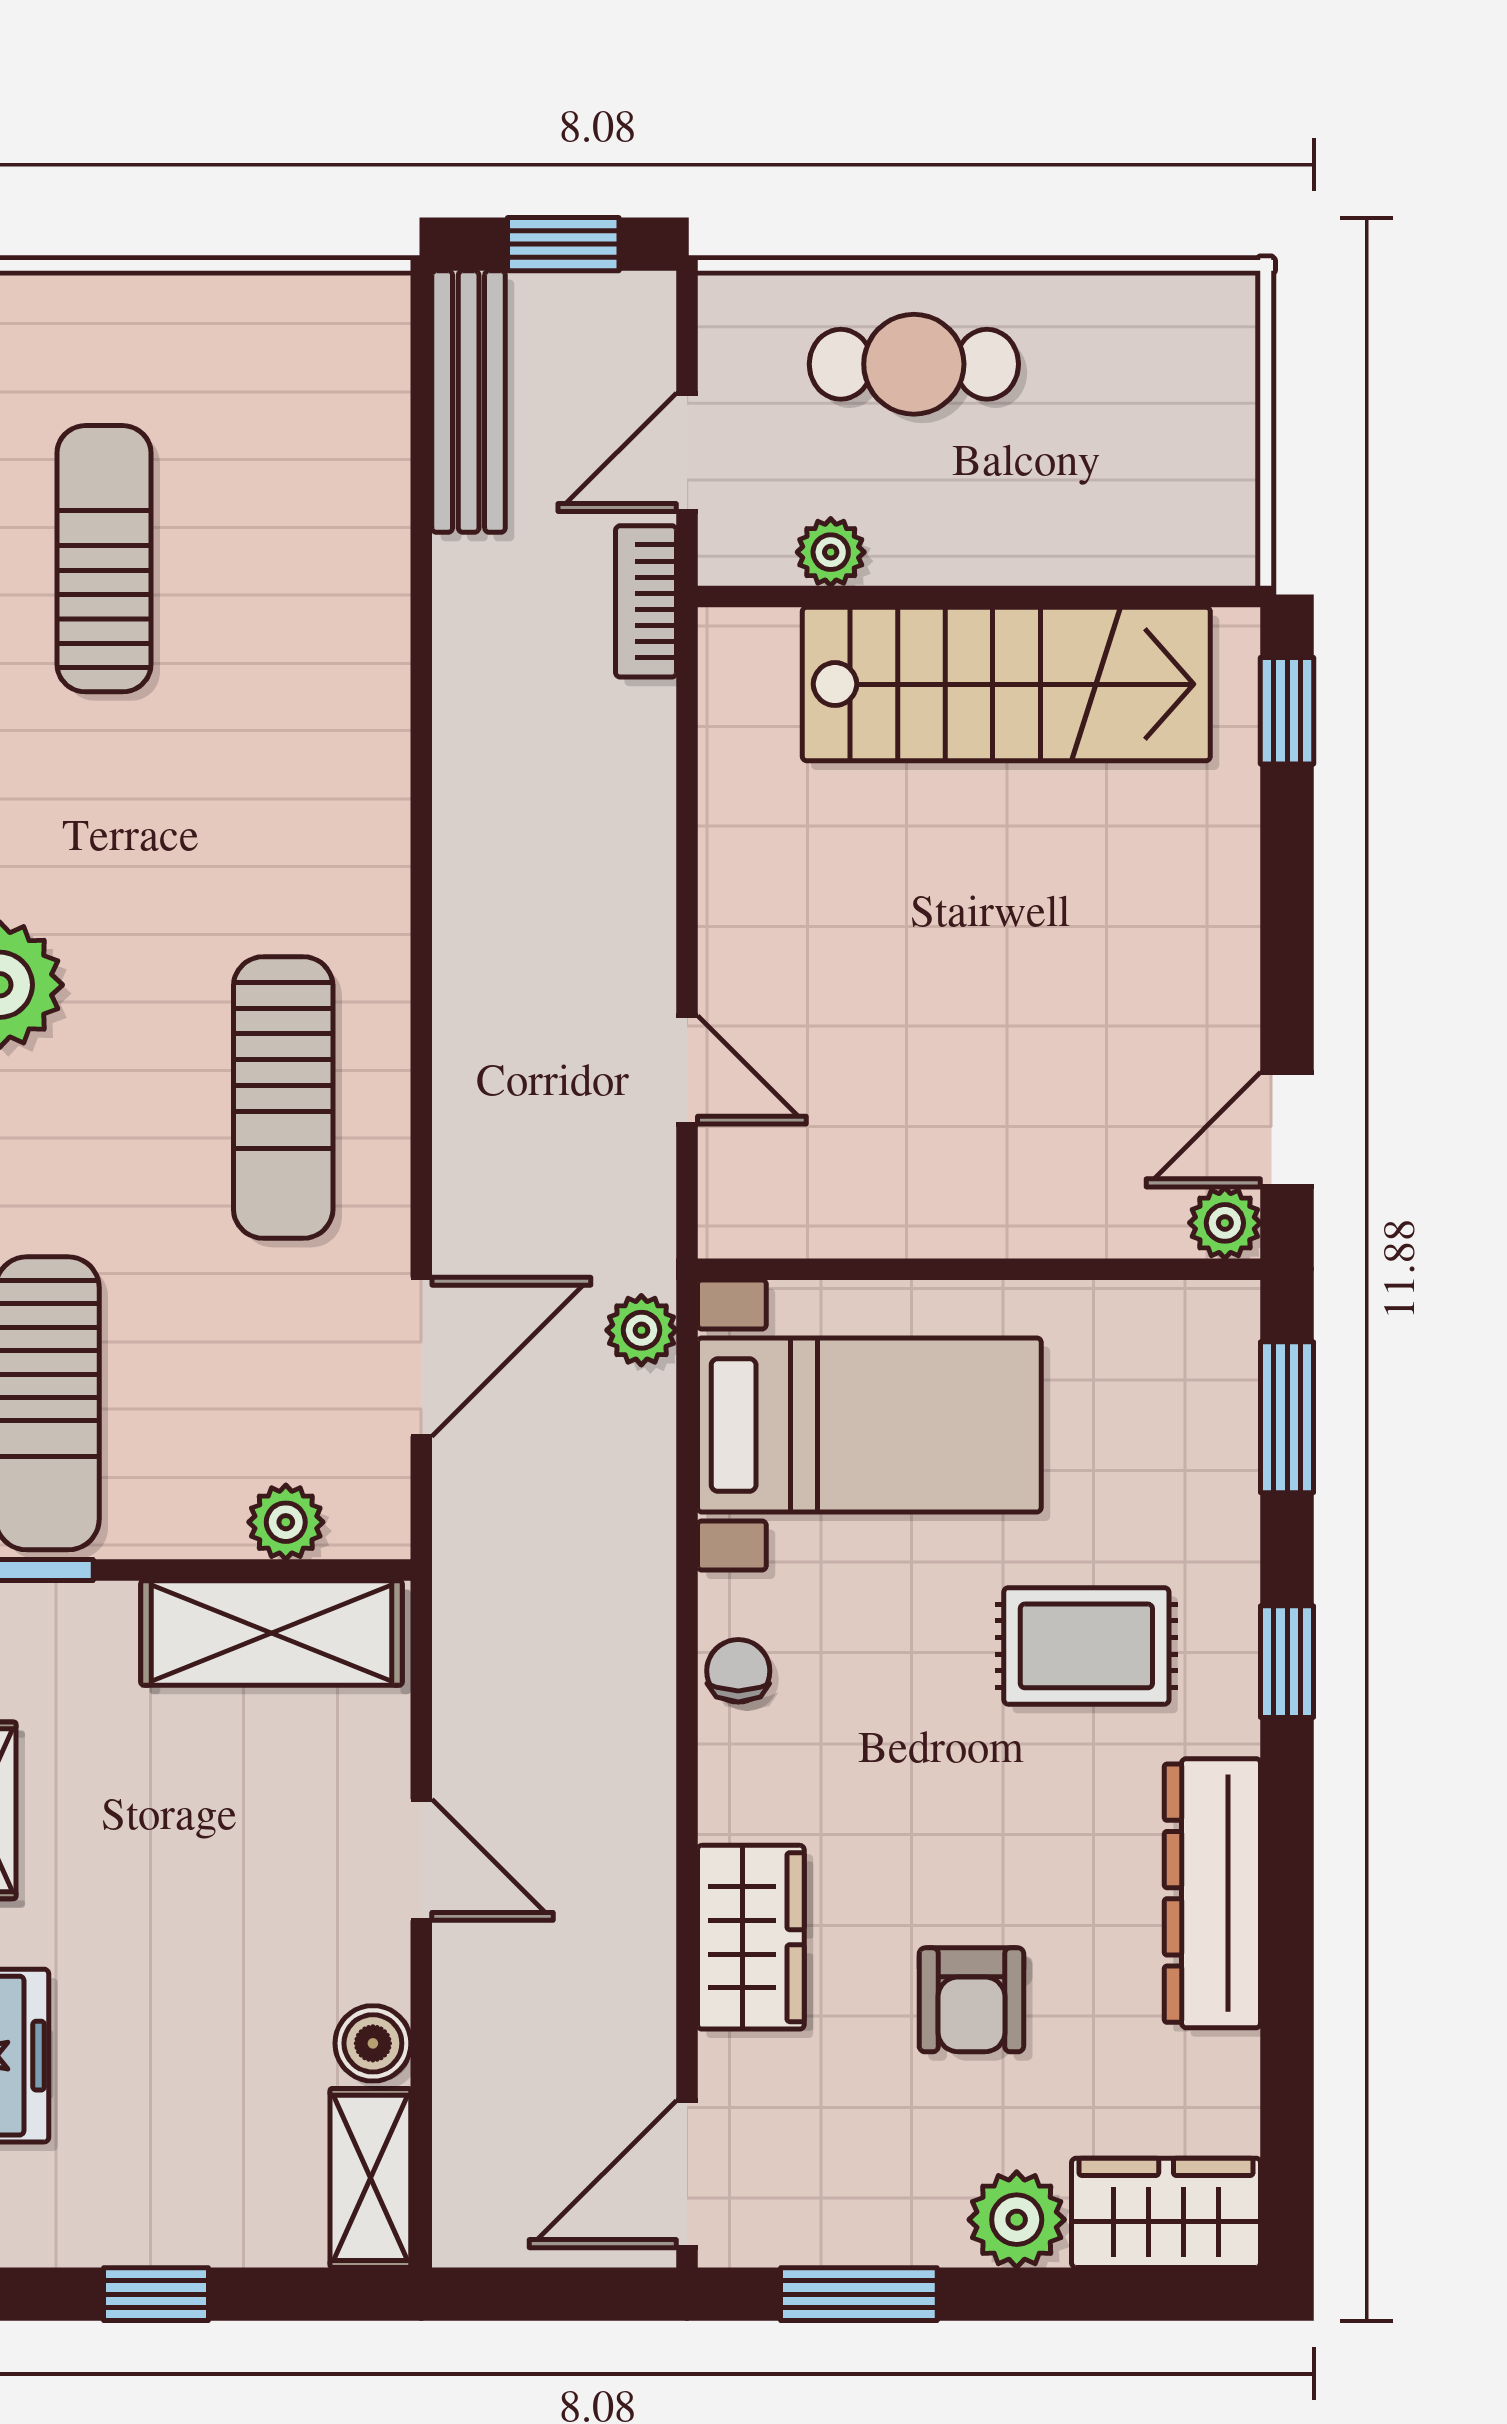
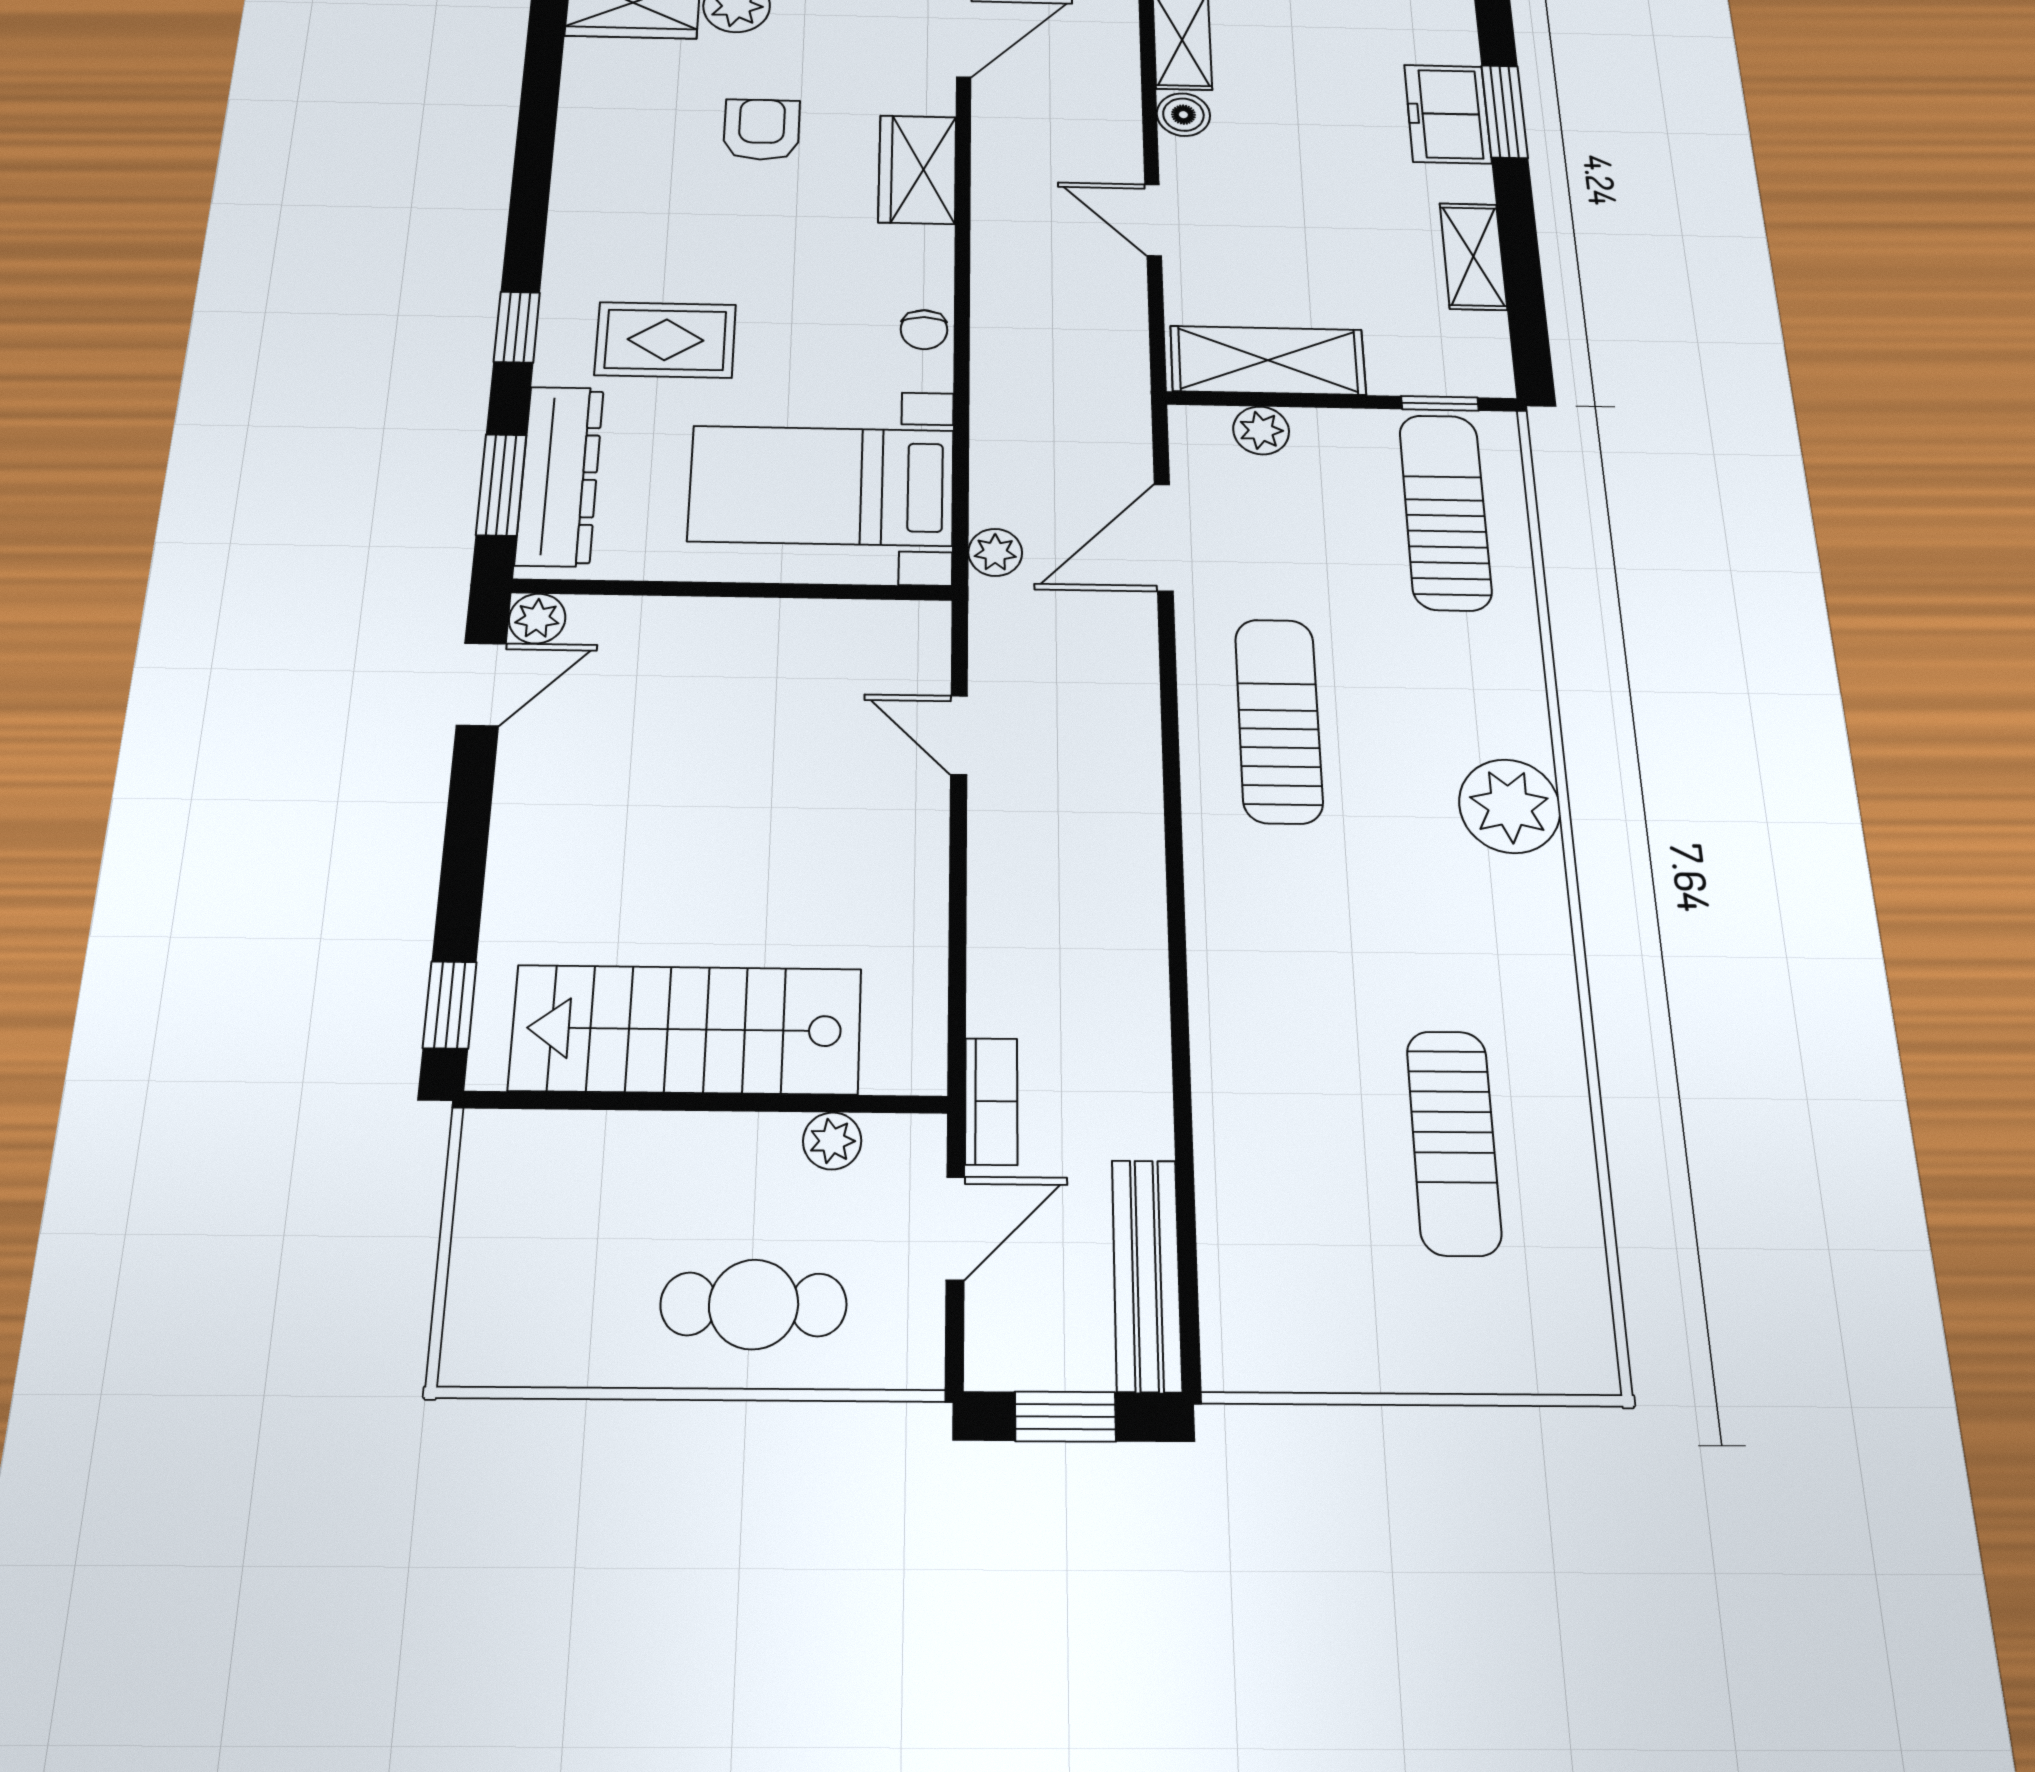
dresser: (1212, 1893) -> (560, 476), moved

